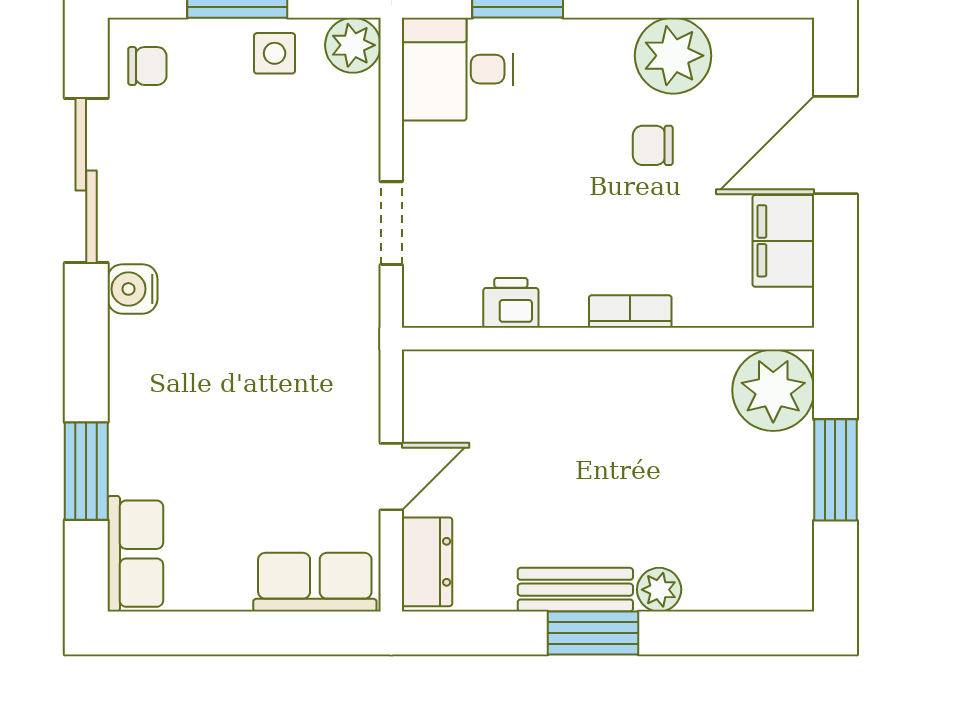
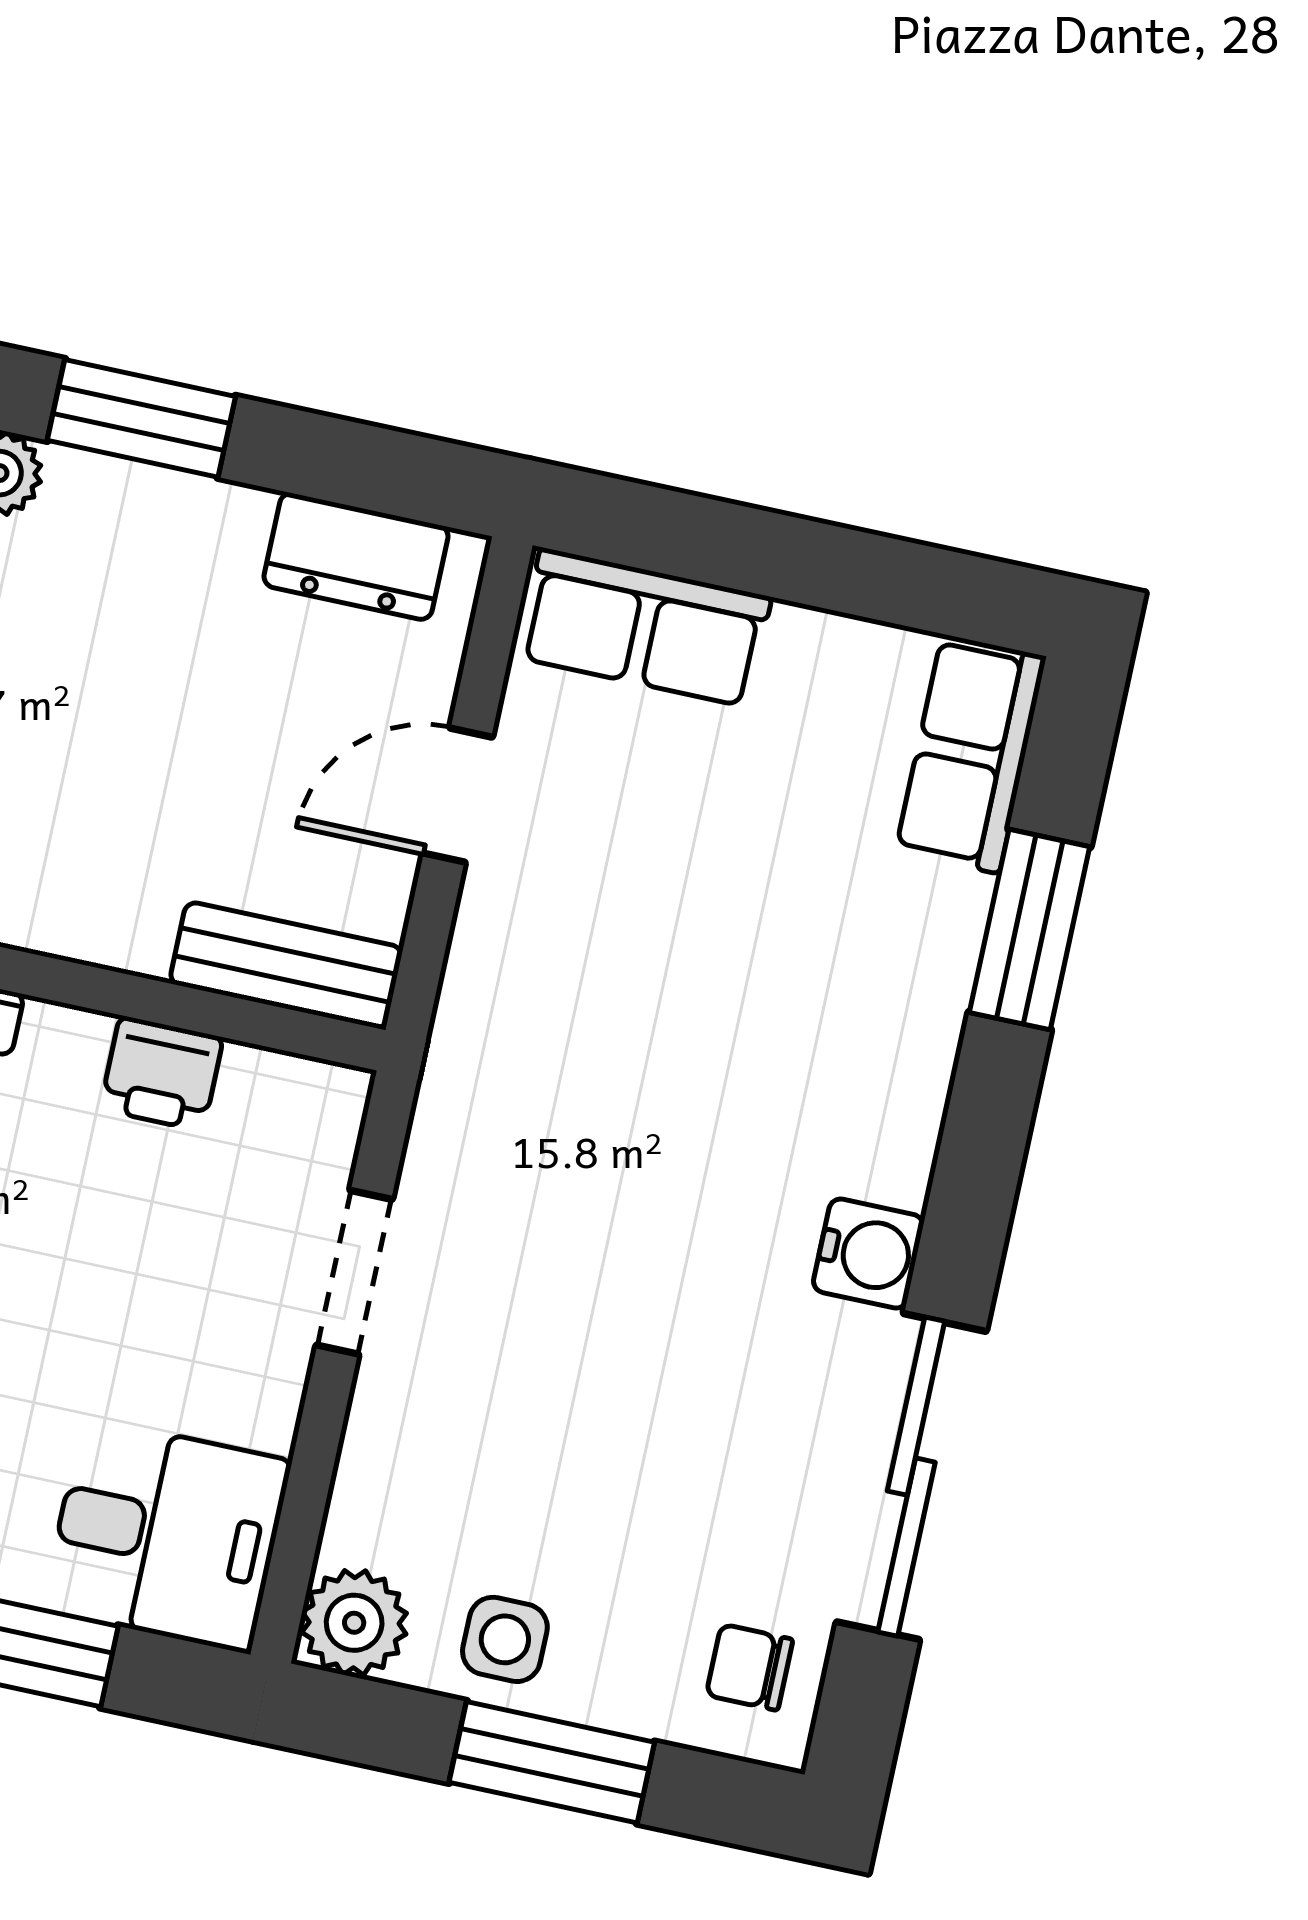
dresser: (427, 562) -> (356, 556), moved, turned -90
bench: (575, 590) -> (286, 965), moved

